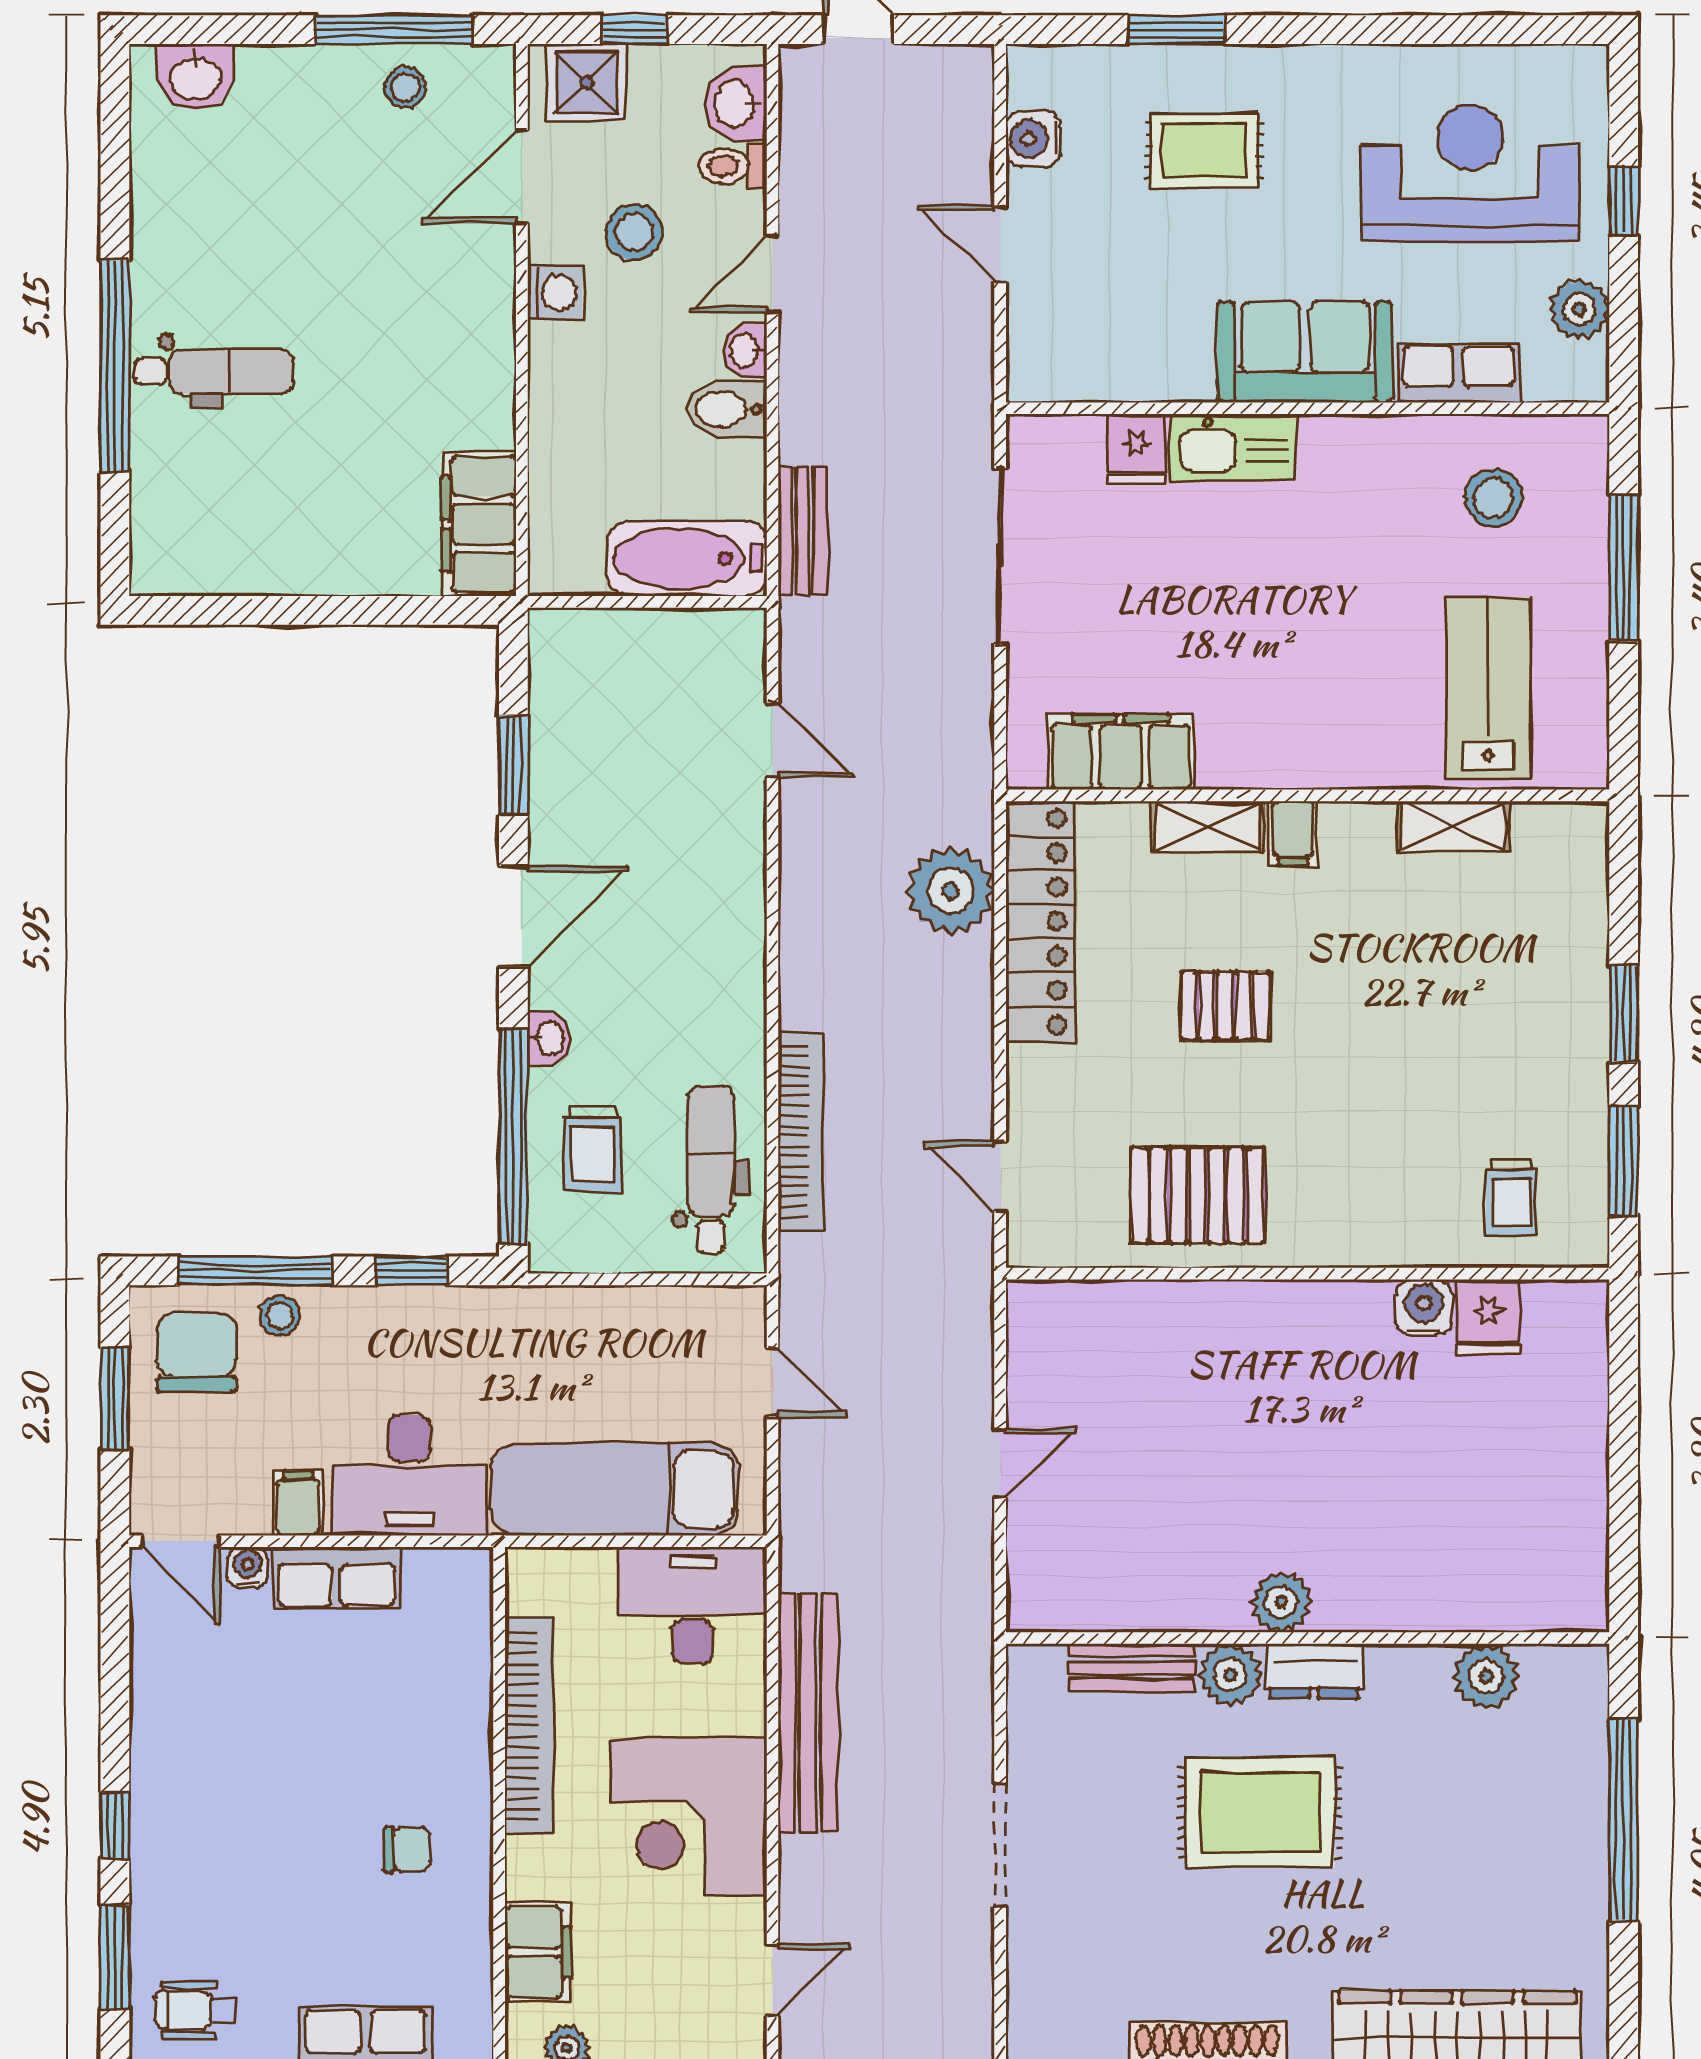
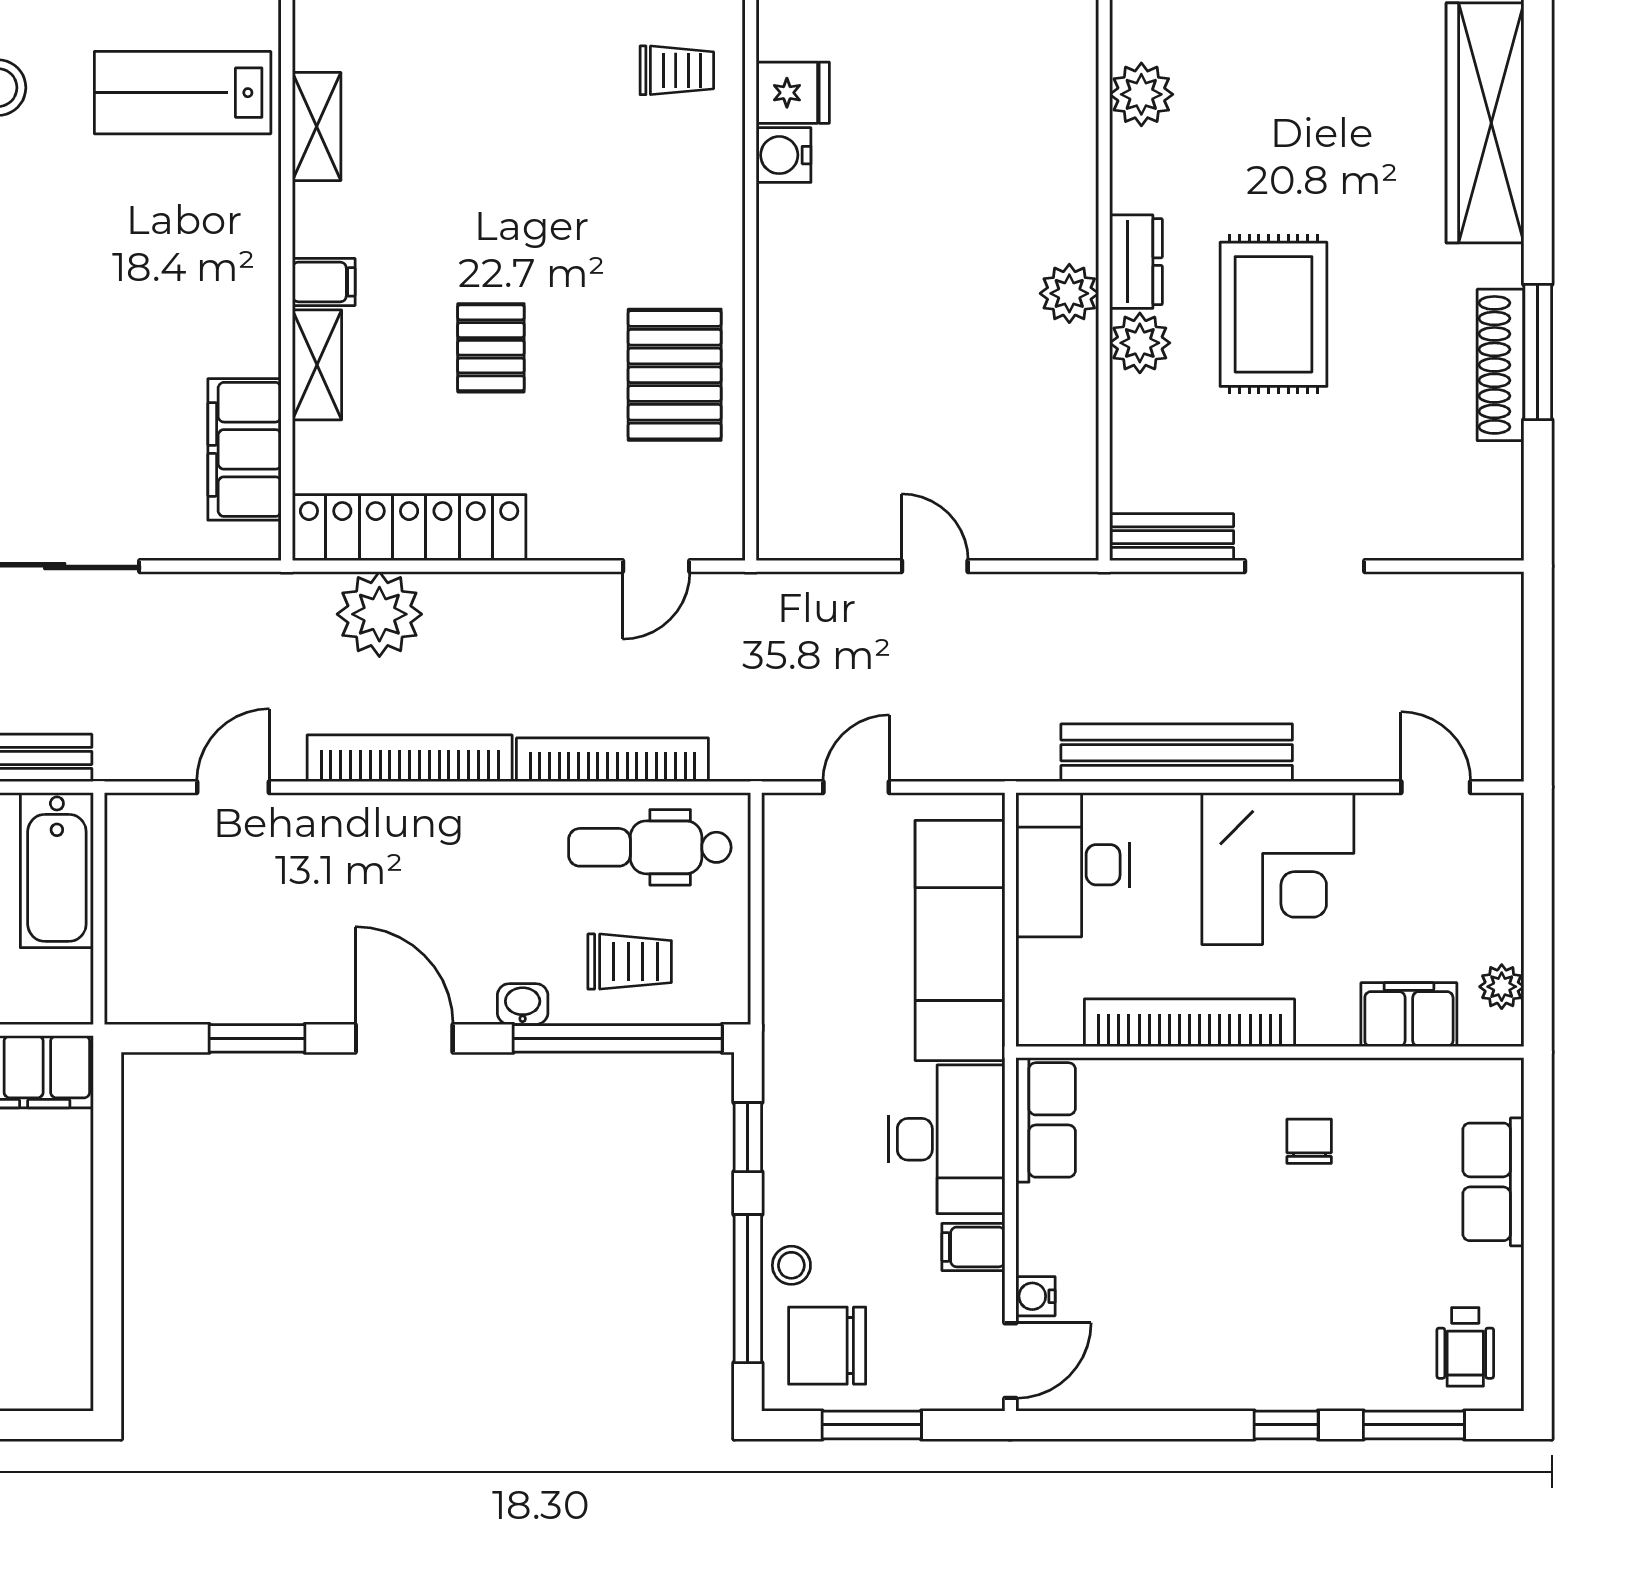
bookcase: (802, 922) -> (410, 758), added
row of seats: (337, 1578) -> (1046, 1120), moved
bench: (1131, 1668) -> (1172, 537), moved, turned 90

